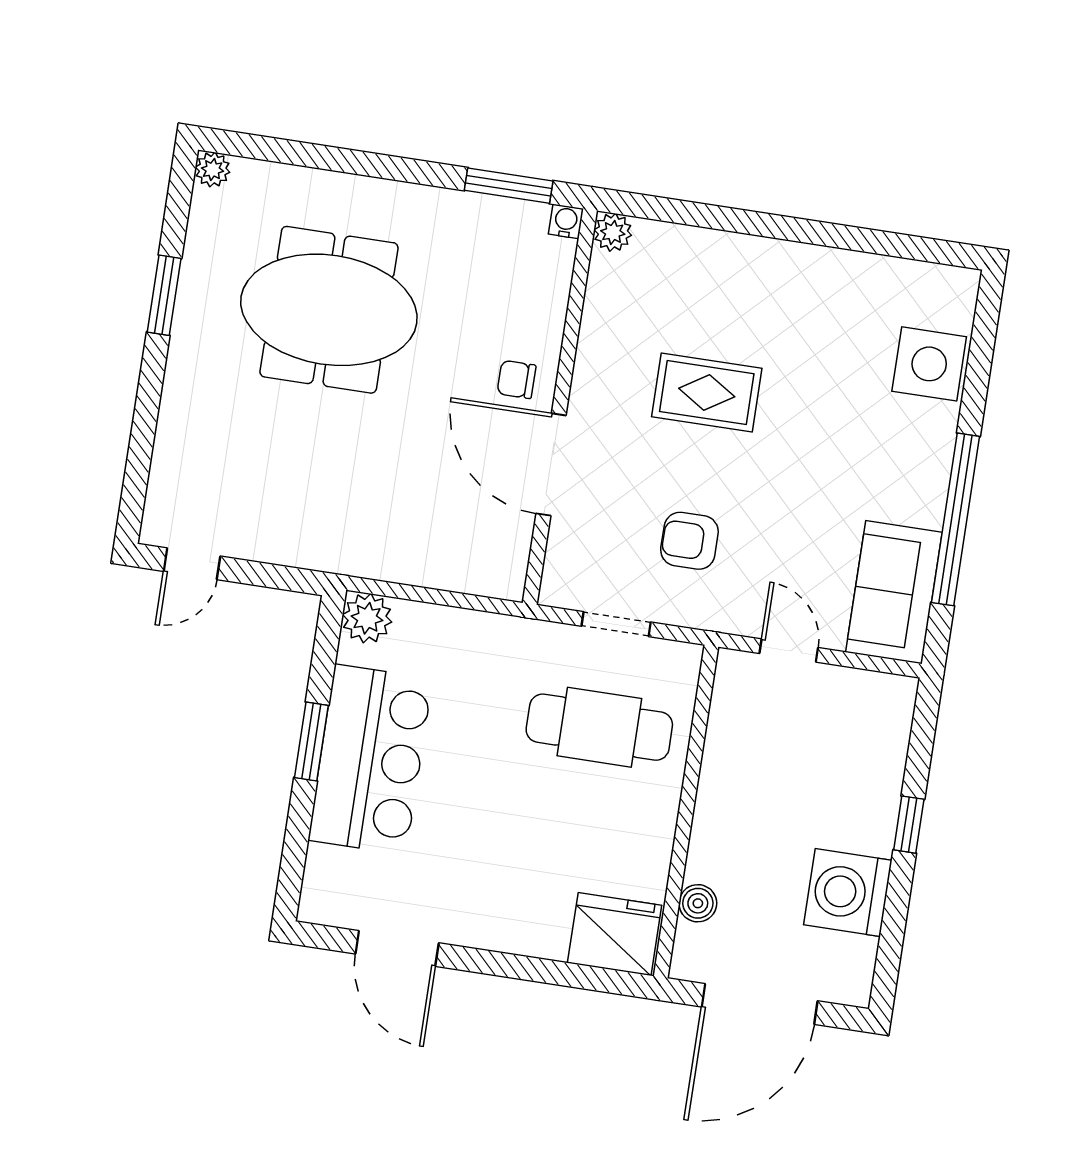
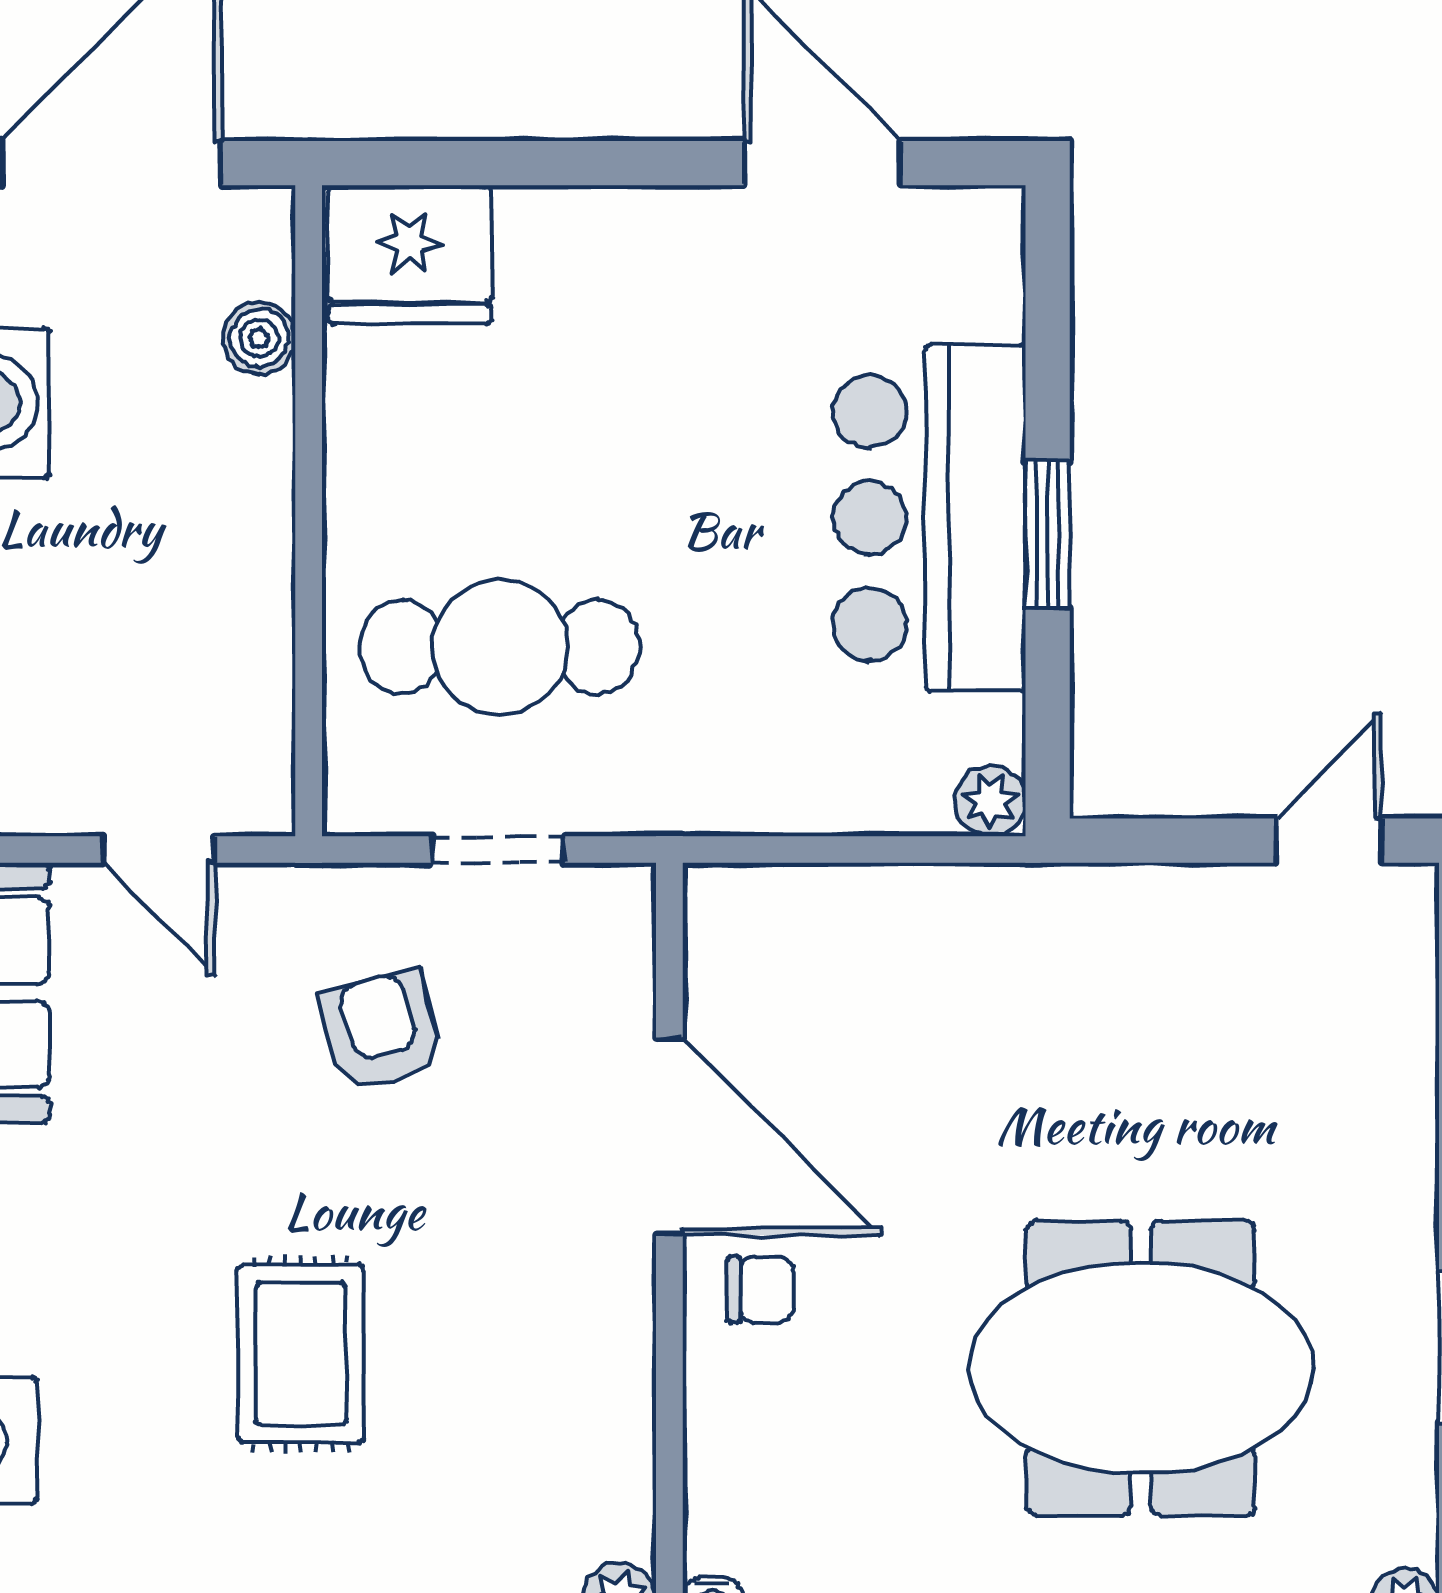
rug: (707, 393) -> (301, 1354), moved, turned 90
armchair: (689, 541) -> (382, 1031), turned -105
plant: (367, 618) -> (990, 801), width x0.73, depth x0.73

